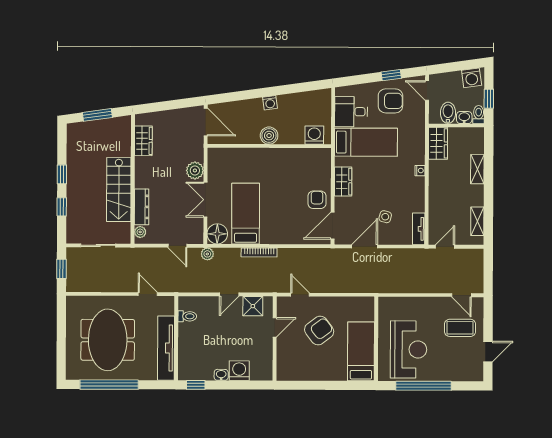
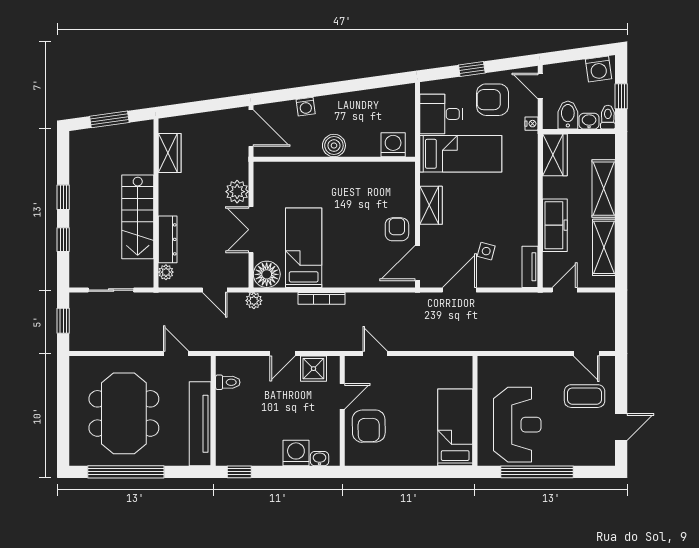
window: (391, 75) -> (472, 69), moved
armchair: (390, 101) -> (493, 100), turned 180
washing machine: (270, 103) -> (306, 107), moved
shelving: (477, 169) -> (604, 189), width x1.50, depth x1.33
nightstand: (420, 171) -> (531, 124), moved
freezer: (438, 197) -> (555, 225), added
shelving: (477, 221) -> (604, 247), width x1.50, depth x1.33
armchair: (319, 331) -> (369, 426), moved, turned 126
washbasin: (221, 375) -> (320, 459), moved

